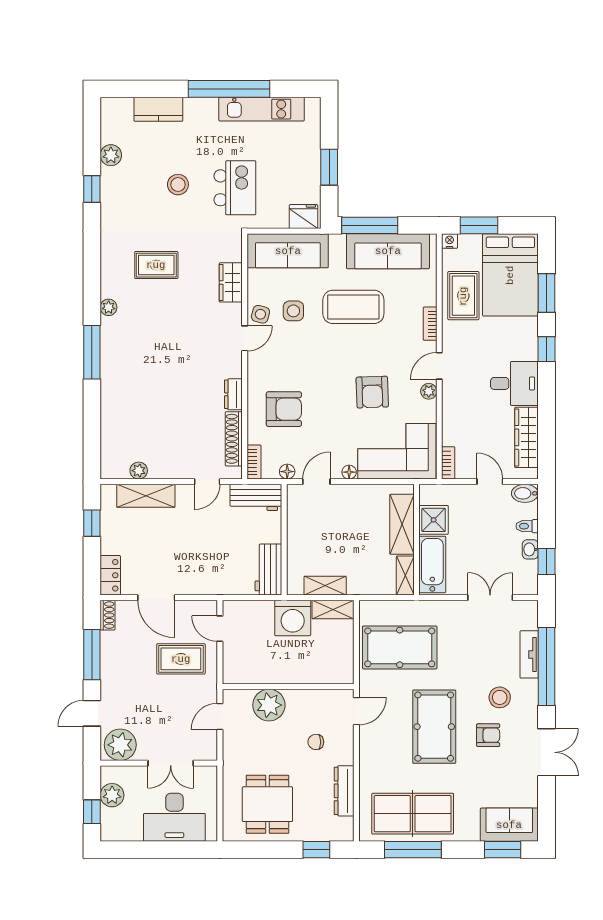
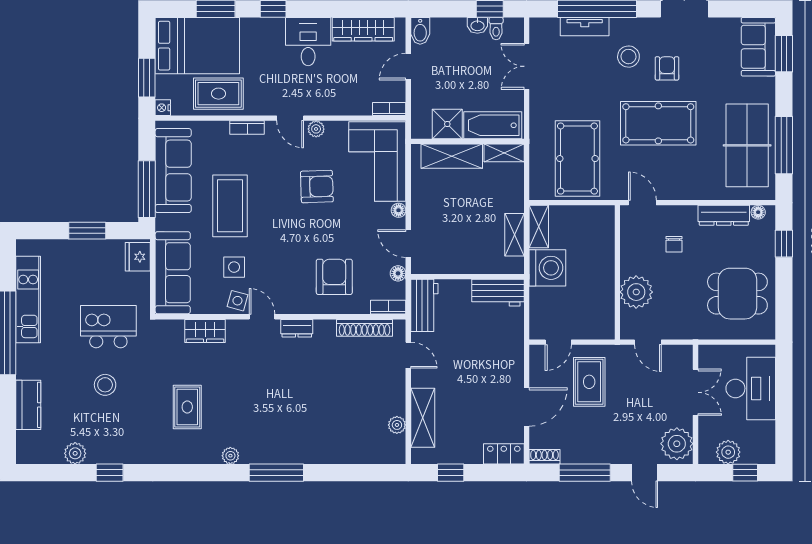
dresser: (233, 394) -> (297, 328), moved
toilet: (527, 526) -> (496, 29), moved
floor lamp: (347, 825) -> (758, 212), added

